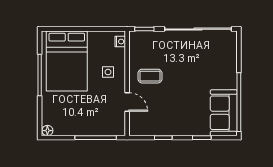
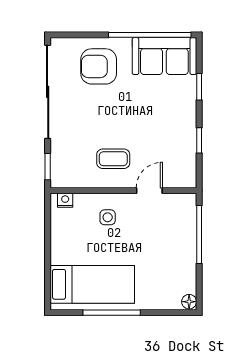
bed: (67, 61) -> (92, 284), width x0.67
armchair: (216, 66) -> (99, 66), added
coffee table: (150, 76) -> (113, 159), turned 90

